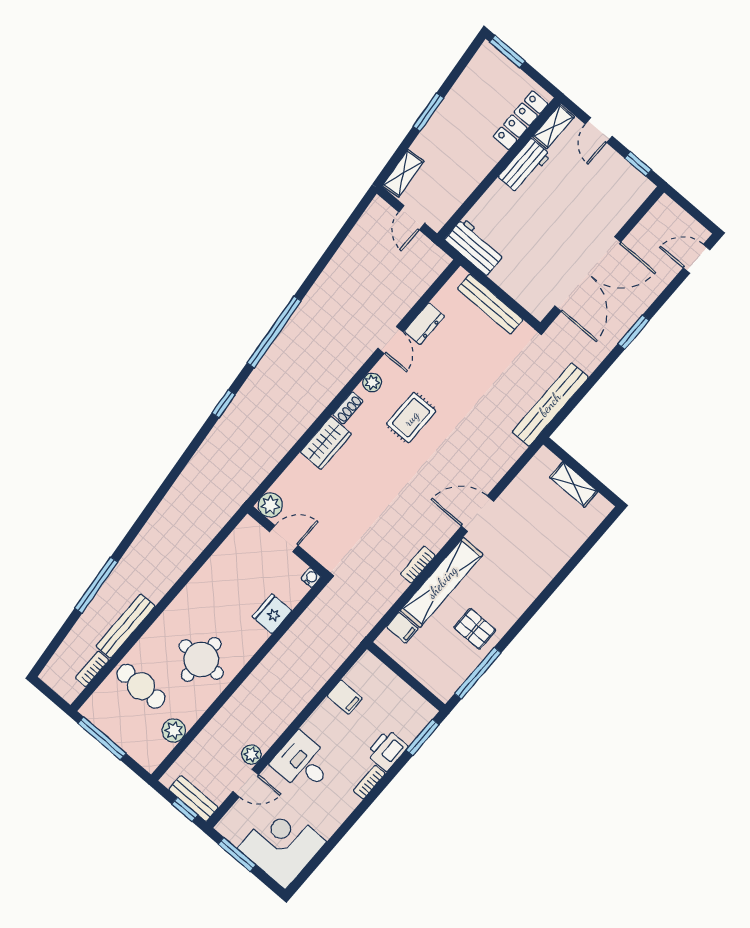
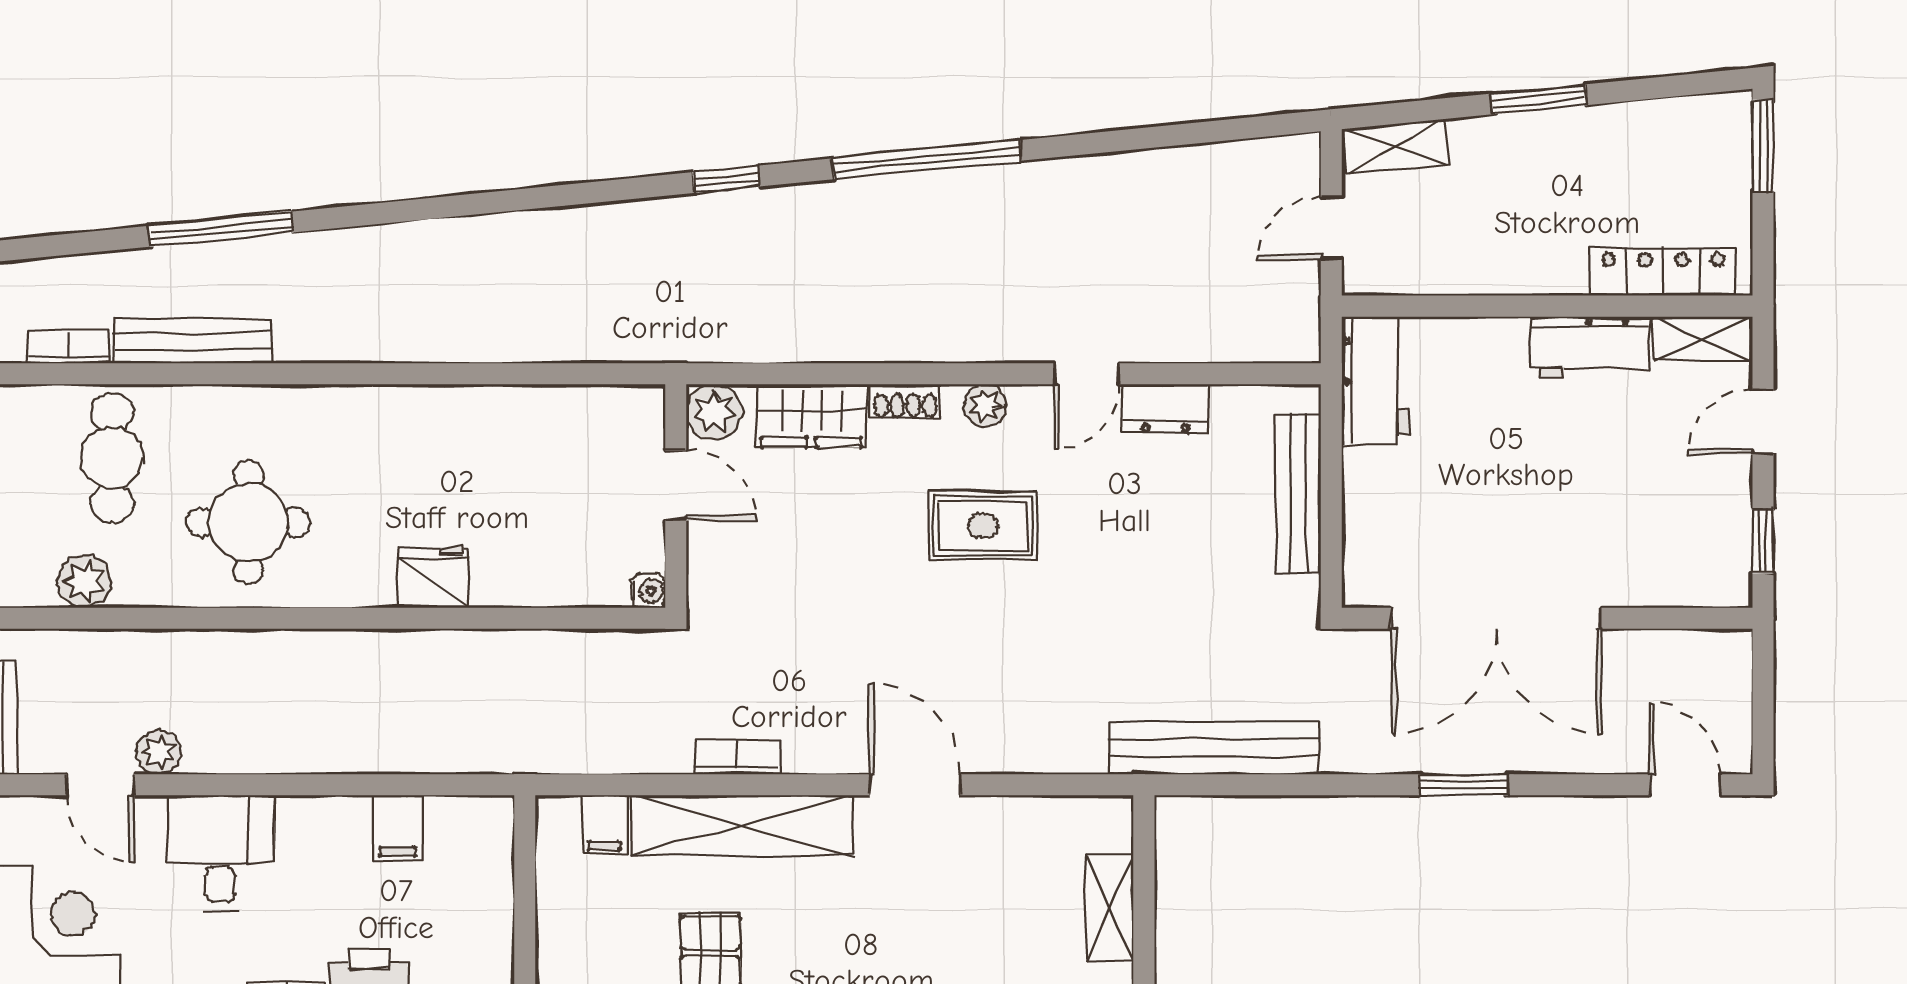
plant: (270, 505) -> (714, 412), moved
door: (284, 539) -> (676, 485), moved
wall: (287, 542) -> (676, 496), moved
water cooler: (311, 578) -> (648, 591), moved

